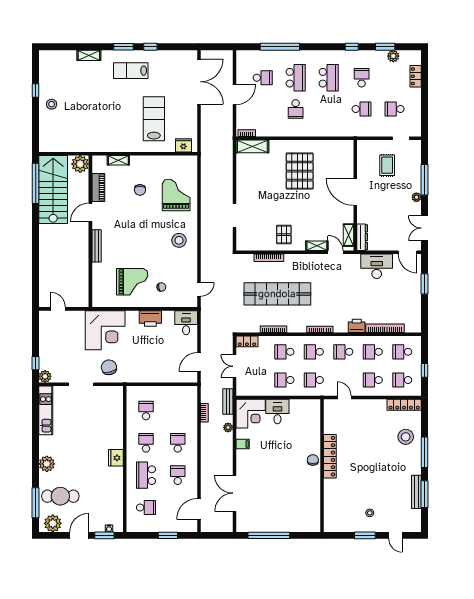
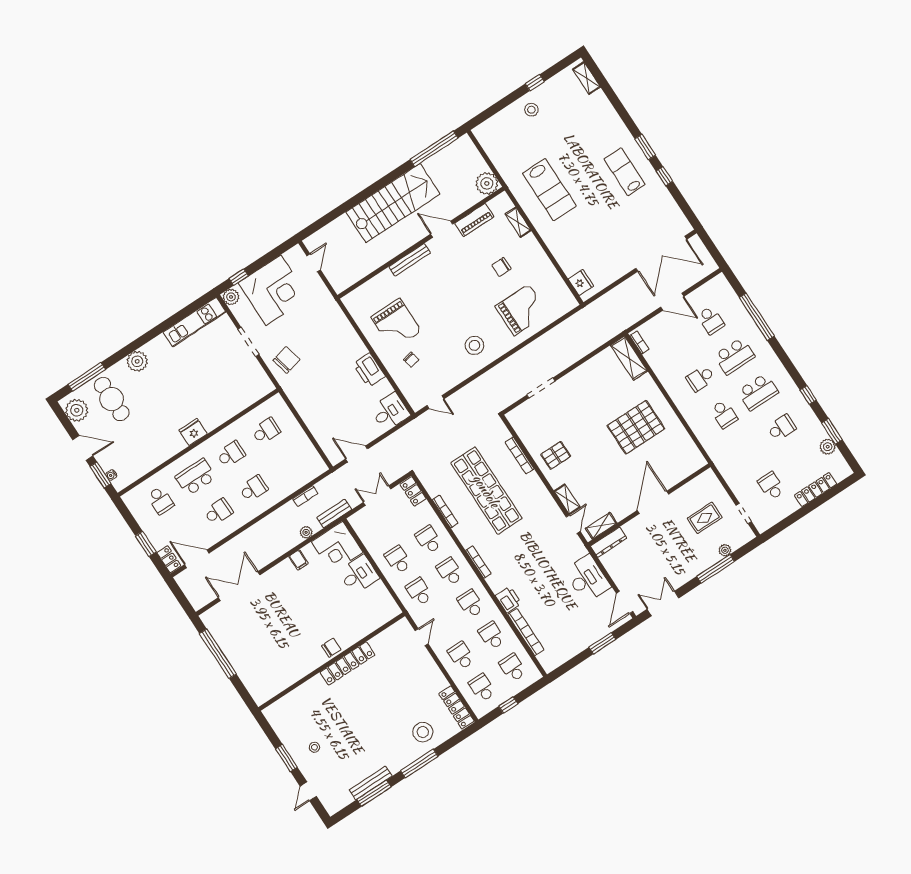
shelving: (89, 55) -> (586, 78), moved
locker: (416, 76) -> (815, 490), width x1.53
school desk: (362, 109) -> (724, 414), moved
lab bench: (154, 119) -> (549, 190), moved, turned 90
stairs: (53, 190) -> (393, 203), moved
plant: (416, 197) -> (725, 550), moved
corner desk: (105, 330) -> (273, 290), moved, turned -90
locker: (187, 527) -> (169, 559), added

